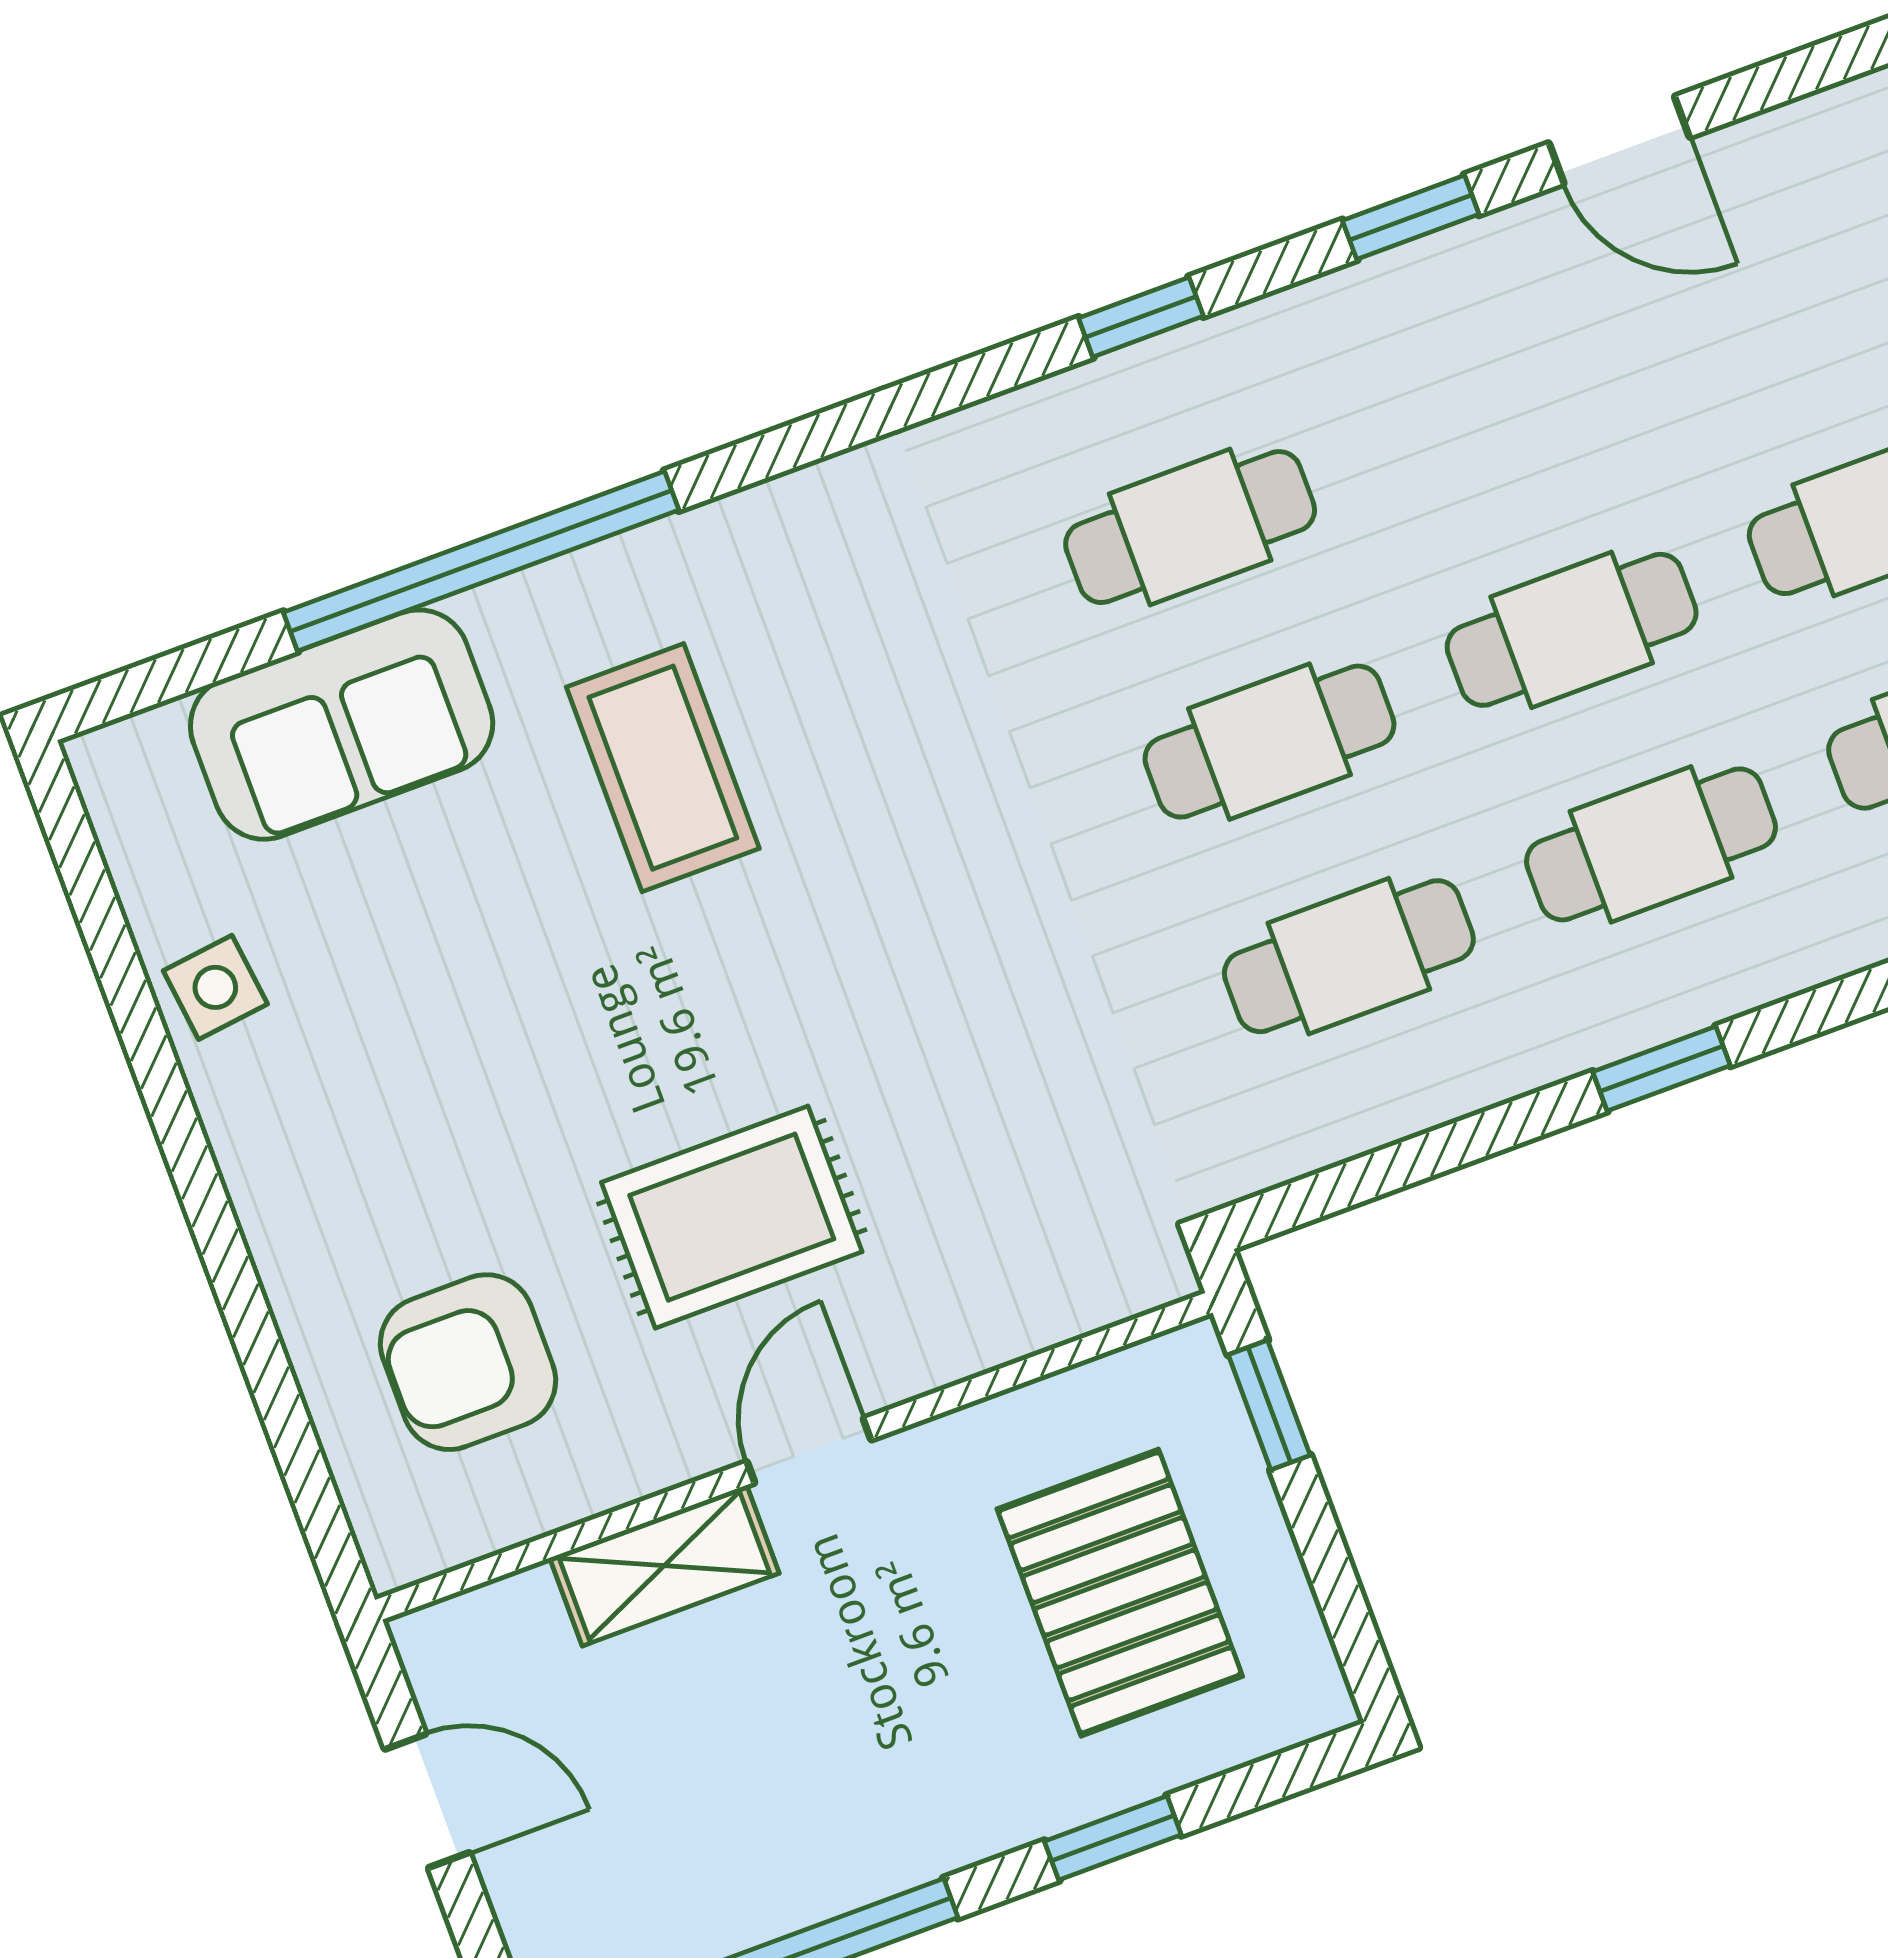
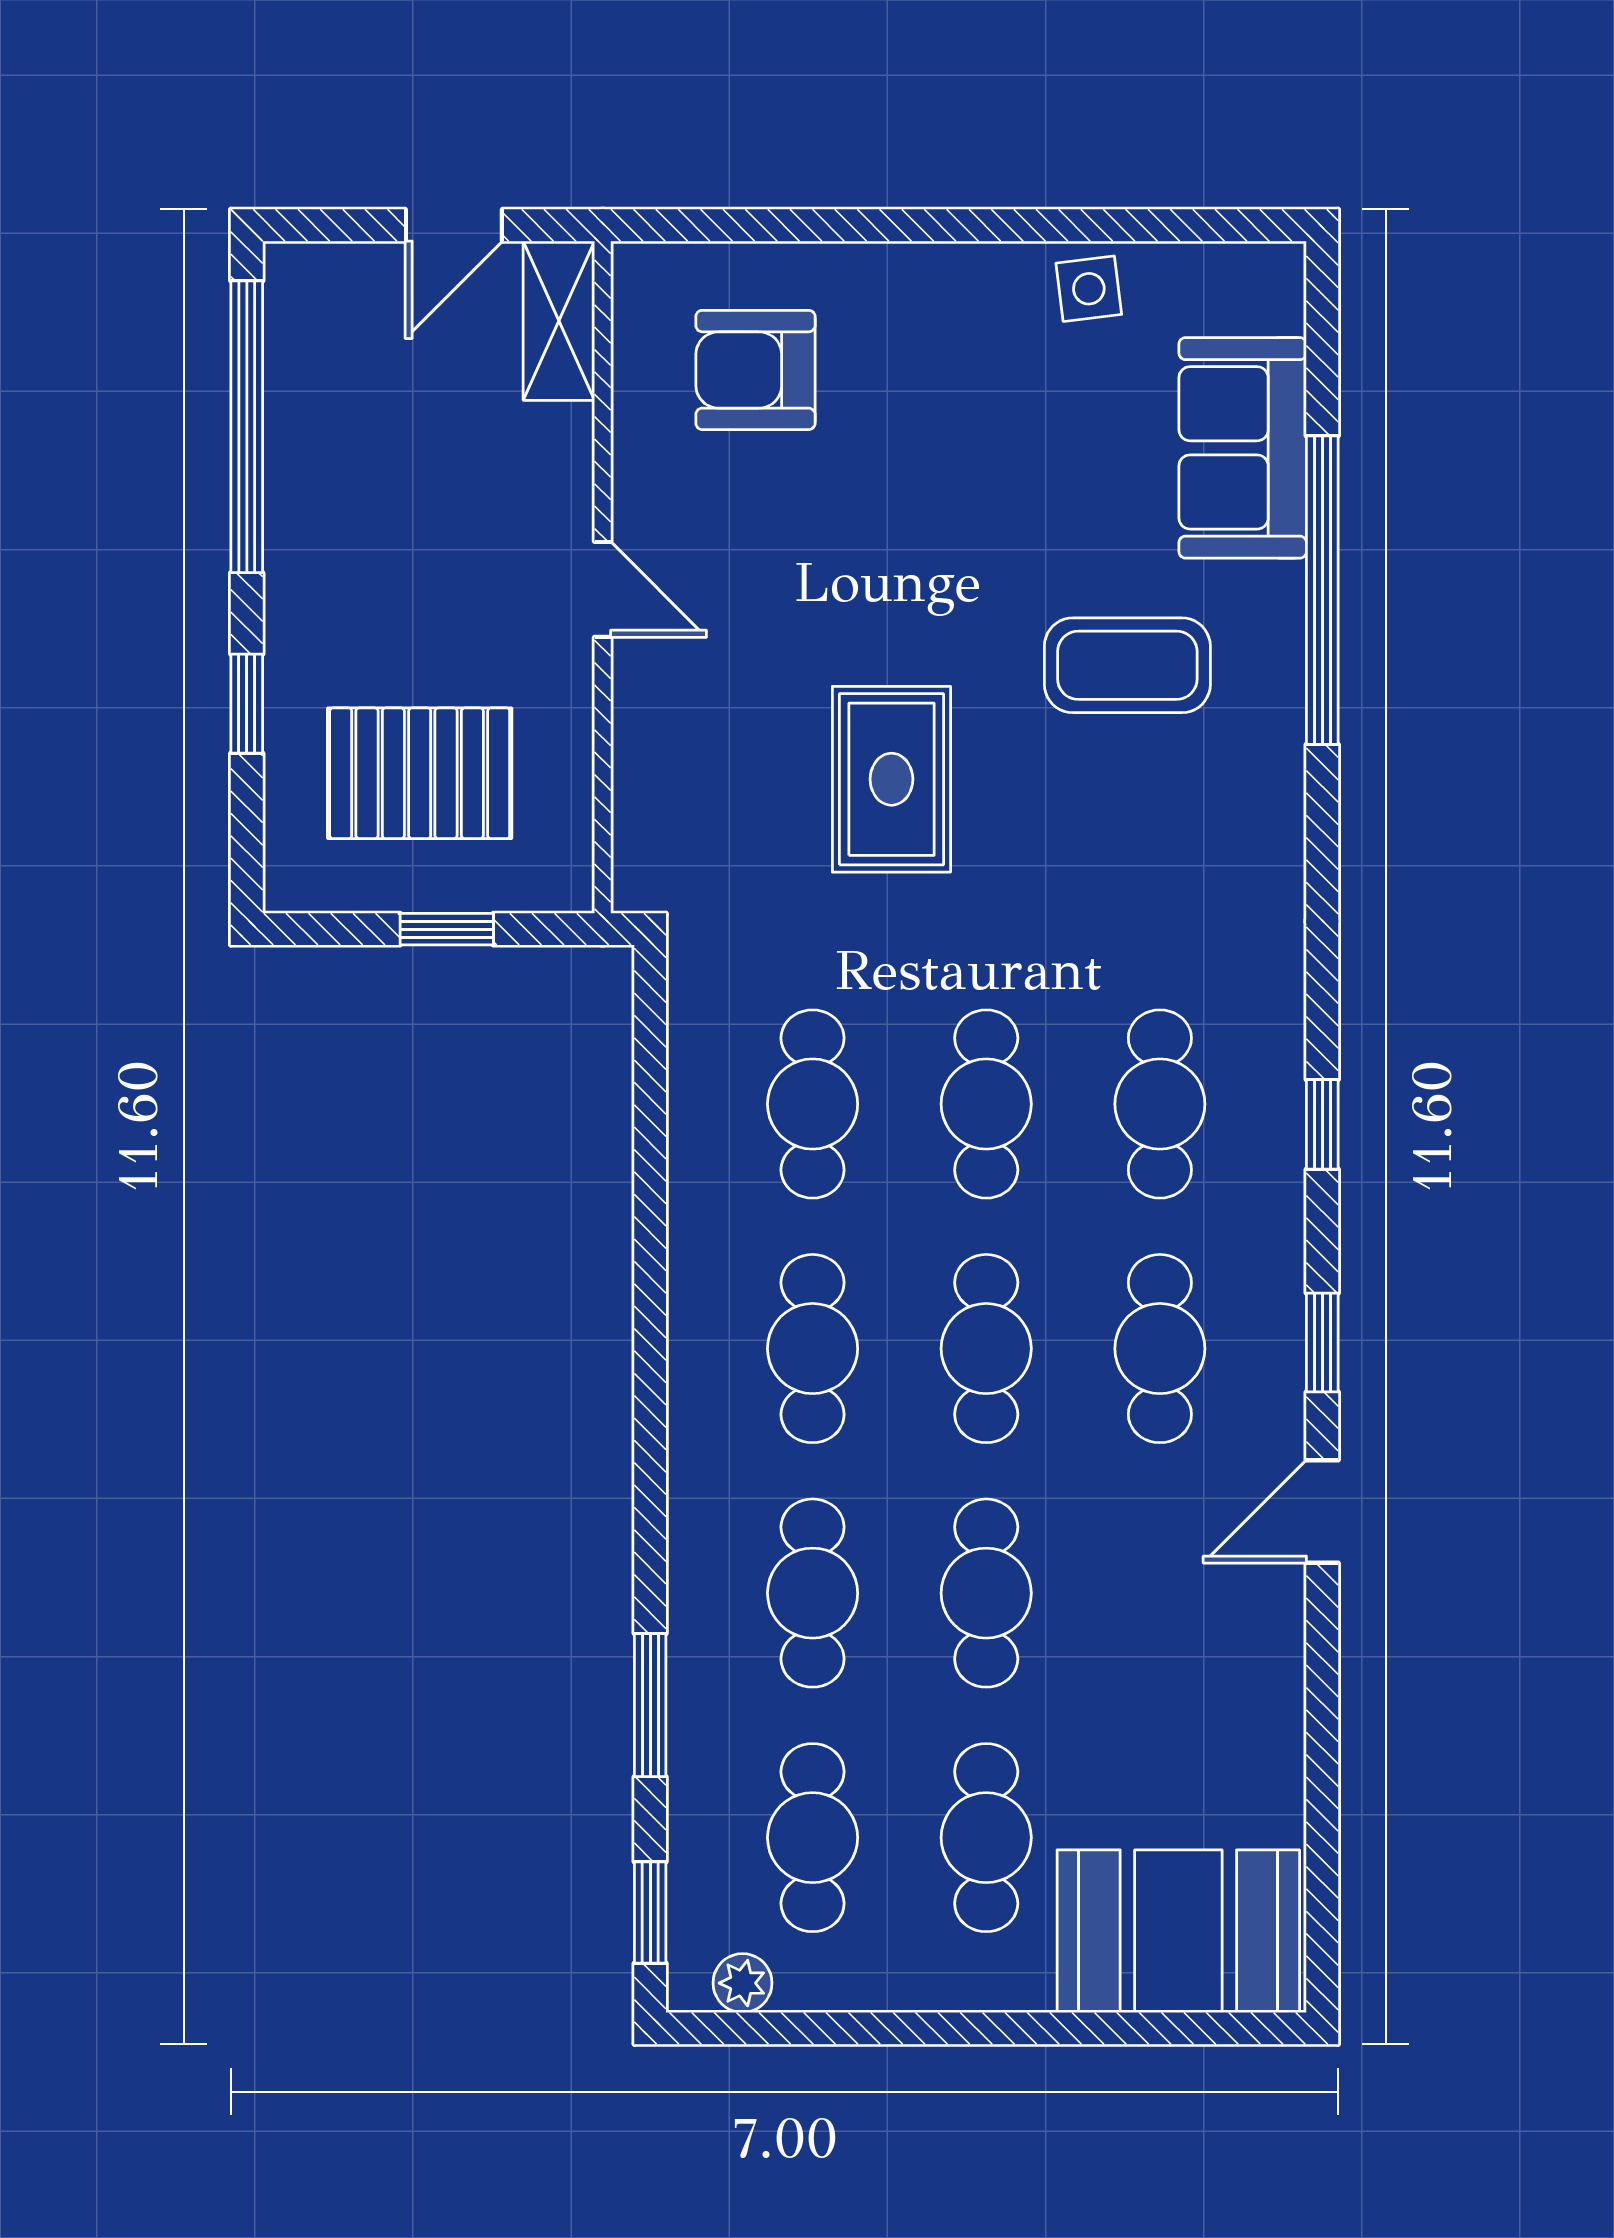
cafe table: (1492, 415) -> (1160, 1349), added
window: (1661, 1069) -> (650, 1297), removed
rug: (732, 1217) -> (891, 779), moved
armchair: (468, 1362) -> (755, 370), turned -90
window: (1269, 1405) -> (447, 929), moved
shelving: (664, 1566) -> (559, 321), moved

